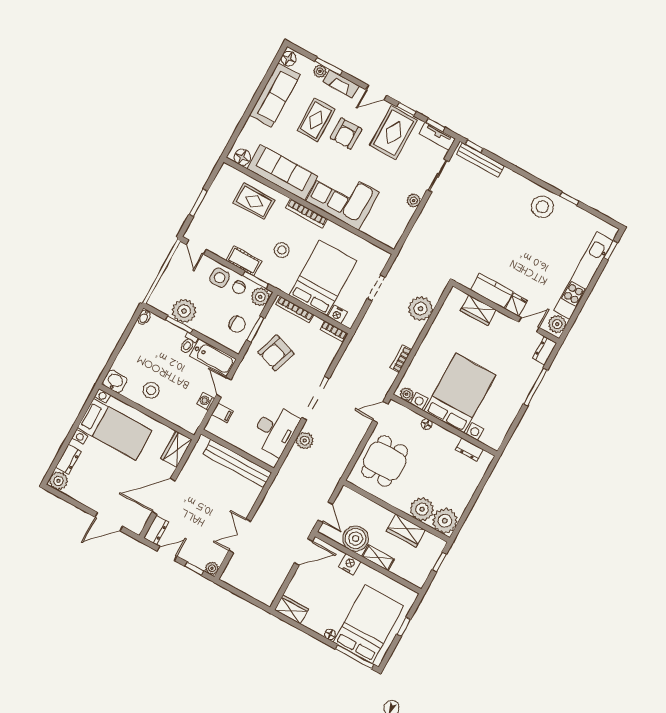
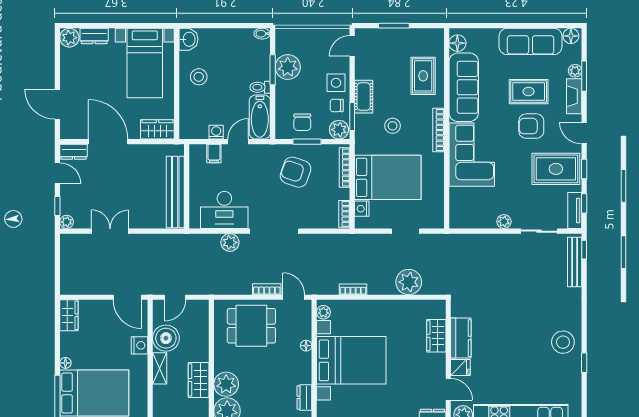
bookcase: (361, 431) -> (267, 289), added

